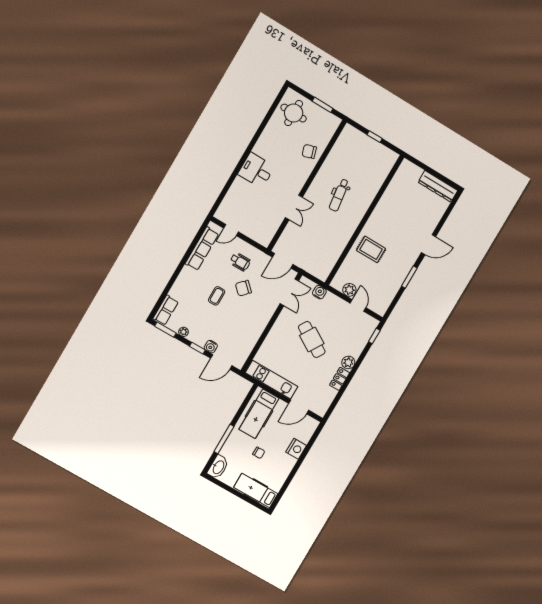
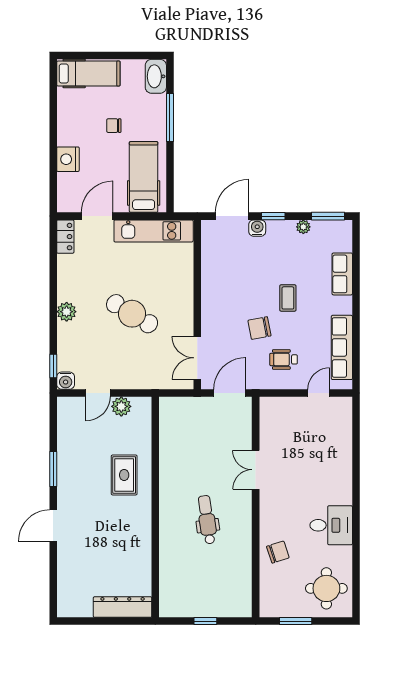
desk: (256, 170) -> (331, 525), moved
dresser: (438, 186) -> (123, 607), moved
rug: (371, 249) -> (124, 475), turned 90
chair: (243, 288) -> (259, 328), turned -145
water cooler: (319, 292) -> (66, 381), moved
door: (358, 305) -> (98, 393), hinge flipped
row of seats: (166, 310) -> (342, 274), moved
locker: (340, 379) -> (65, 237), moved

